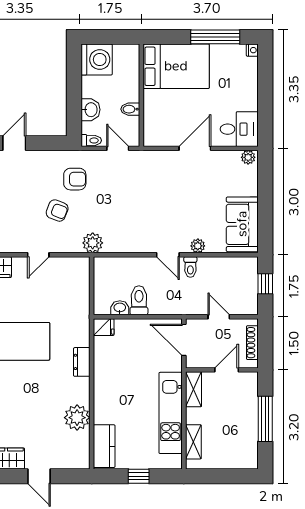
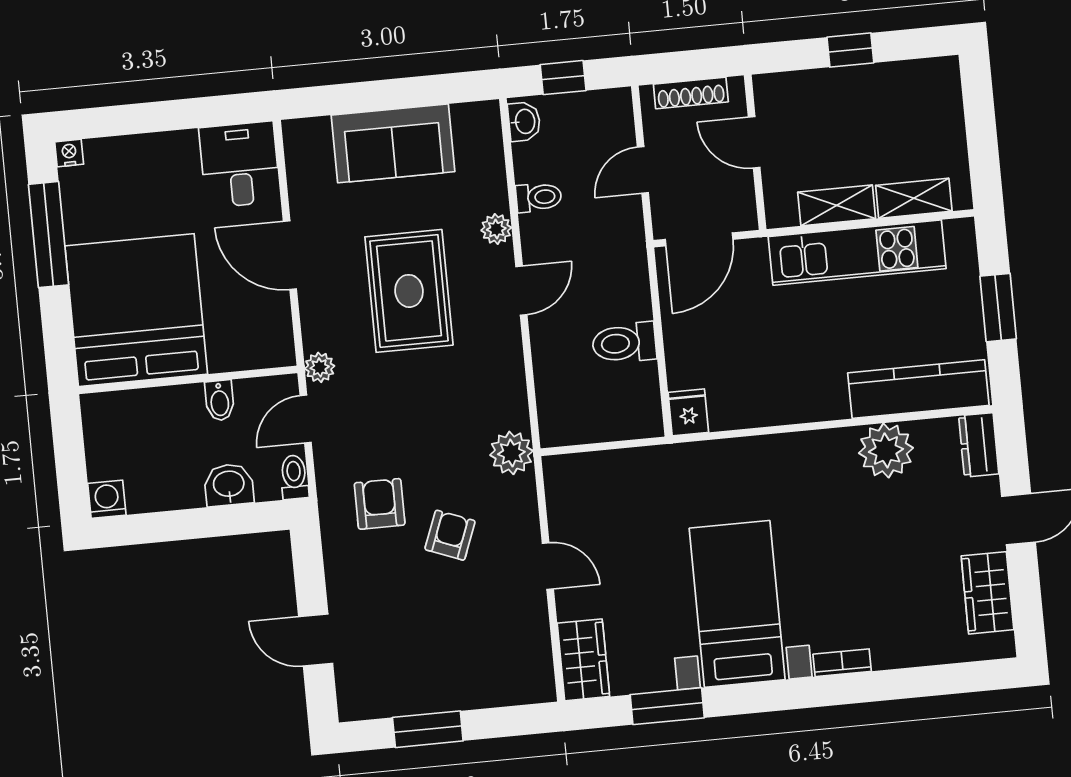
washing machine: (97, 59) -> (107, 499), width x0.53, depth x0.53
bed: (176, 66) -> (136, 310), width x1.36
plant: (248, 157) -> (320, 367), moved
rug: (173, 202) -> (409, 291), added
sofa: (242, 224) -> (393, 143), moved
toilet: (190, 267) -> (539, 197), moved
washbasin: (120, 308) -> (524, 122), moved, turned 180
dresser: (82, 362) -> (979, 445), moved, turned 90
shelving: (194, 389) -> (837, 205), moved
window: (265, 419) -> (850, 50), width x0.46
kitchen counter: (104, 446) -> (918, 389), width x1.50
window: (139, 476) -> (998, 308), width x1.50

